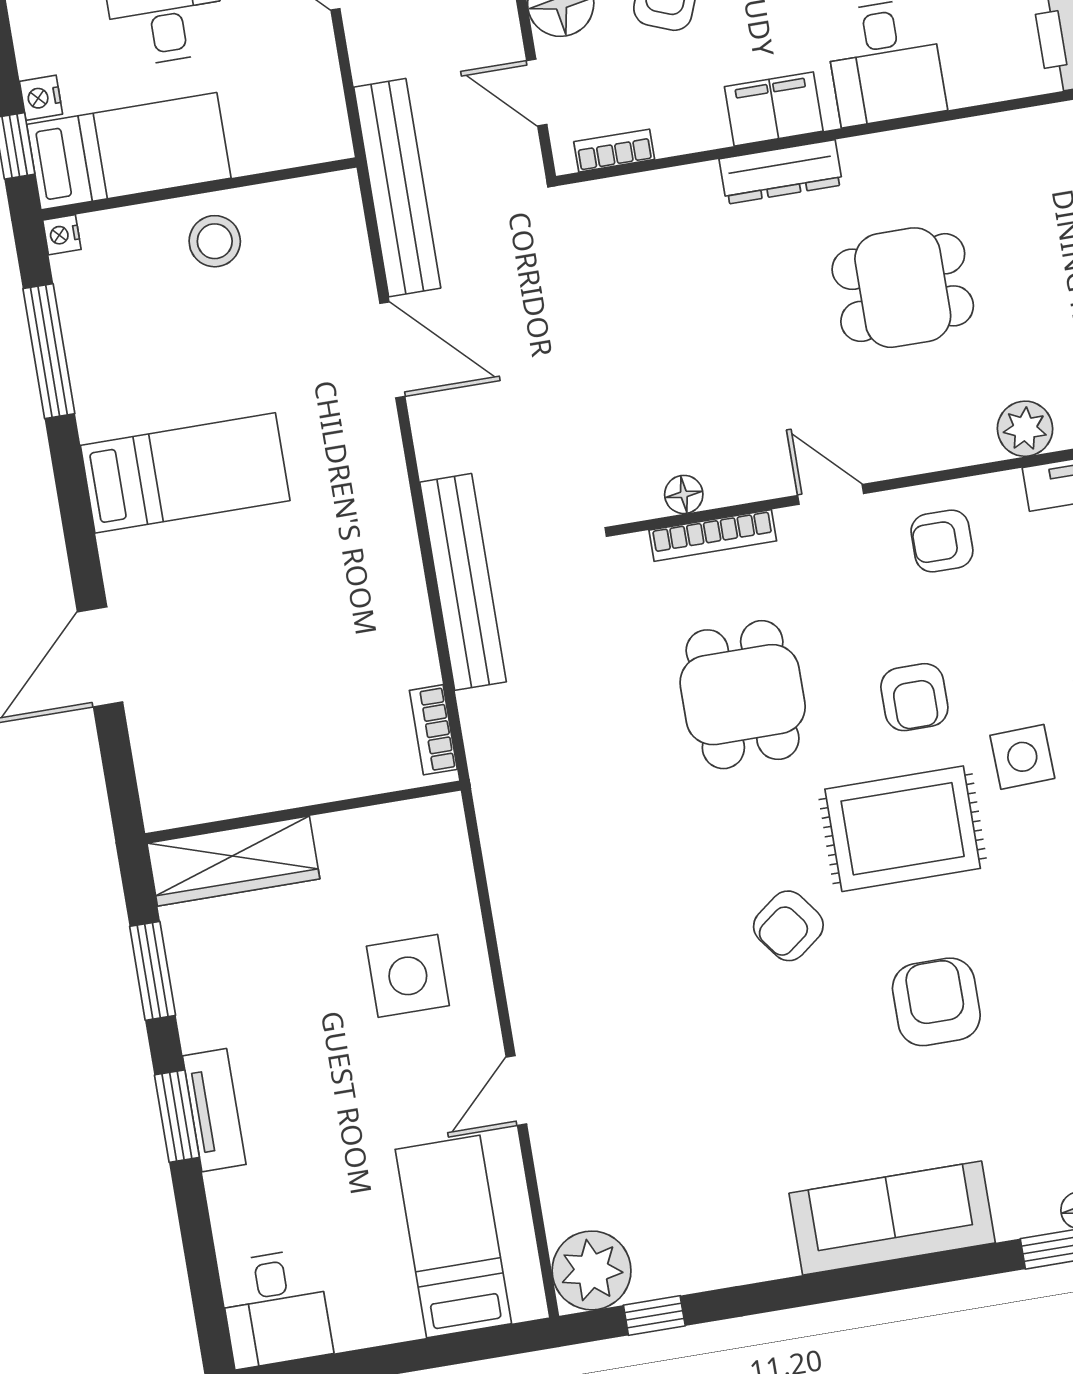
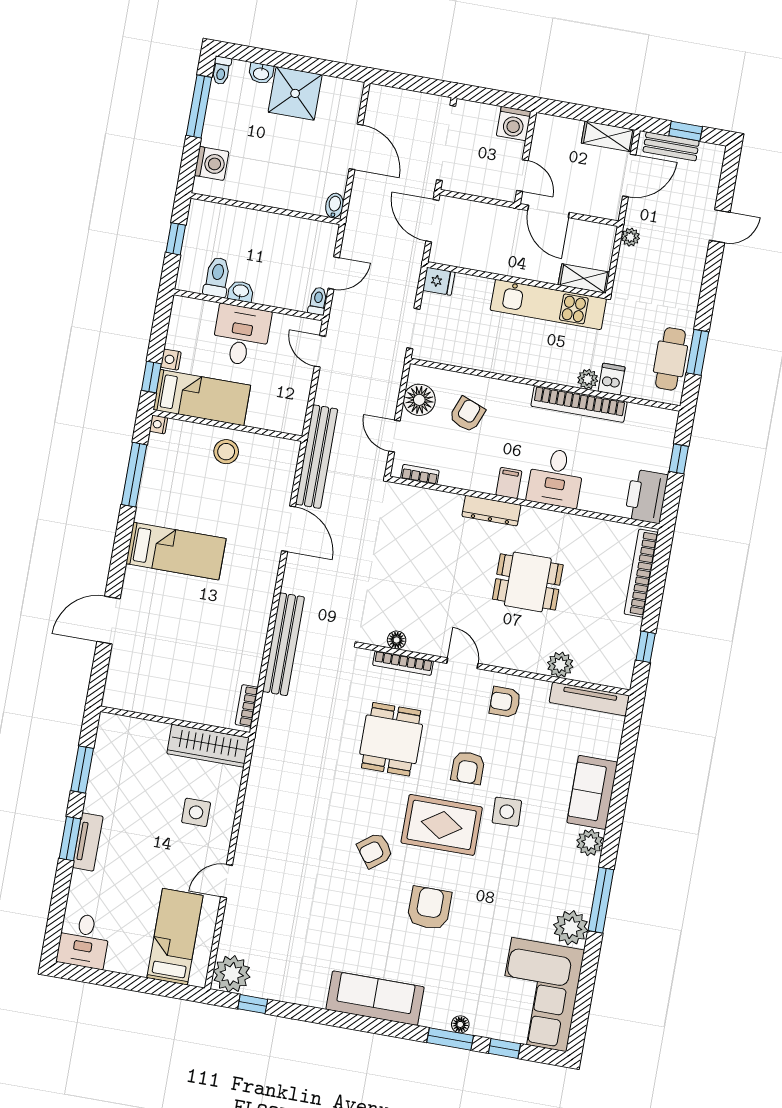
filing cabinet: (774, 109) -> (509, 483), width x0.50
wardrobe: (233, 861) -> (208, 746), moved
side table: (408, 976) -> (196, 812), width x0.73, depth x0.73

